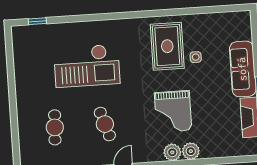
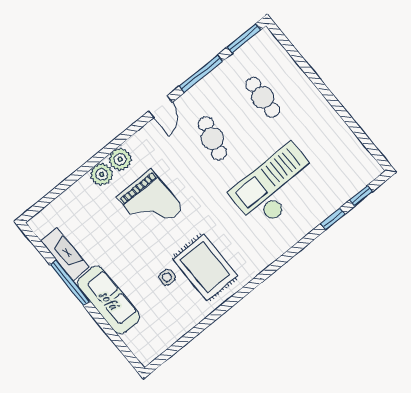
window: (65, 19) -> (333, 219), added
grand piano: (173, 111) -> (150, 203), turned 180
cafe table: (105, 124) -> (212, 138), turned 33

